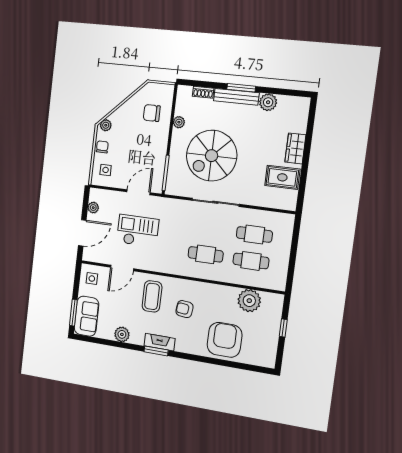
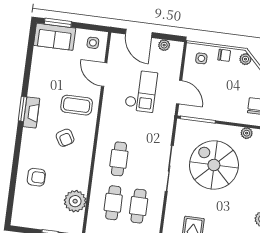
armchair: (184, 309) -> (65, 138), turned 144
plant: (122, 334) -> (38, 74), removed
armchair: (225, 340) -> (36, 177), width x0.53, depth x0.53

